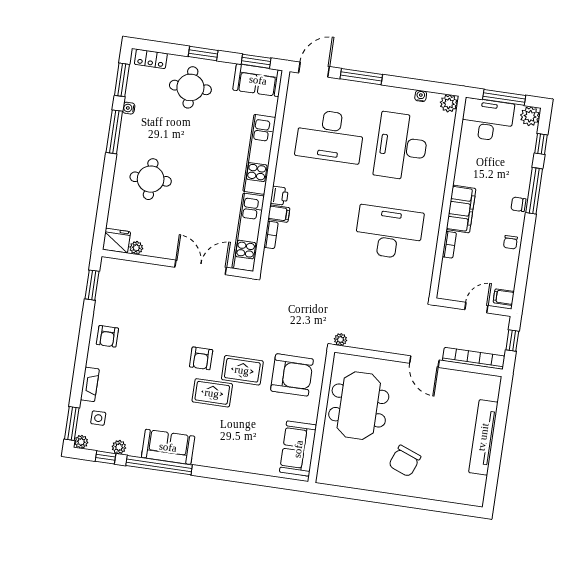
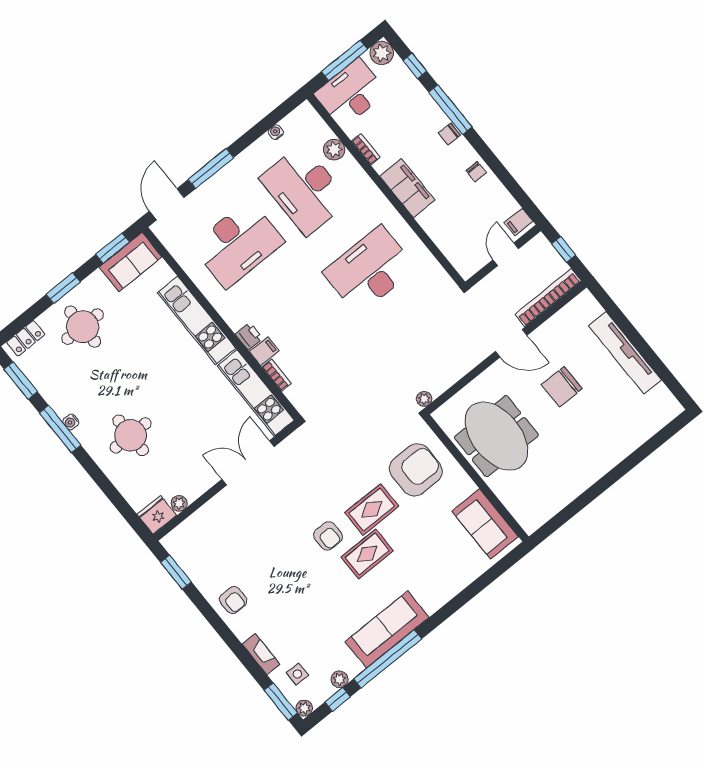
plant: (449, 103) -> (334, 150), moved
water cooler: (129, 108) -> (71, 422), moved
bookcase: (449, 245) -> (366, 149), moved
sofa: (168, 447) -> (387, 629), width x1.36
chair: (405, 461) -> (562, 387), moved, turned 69

